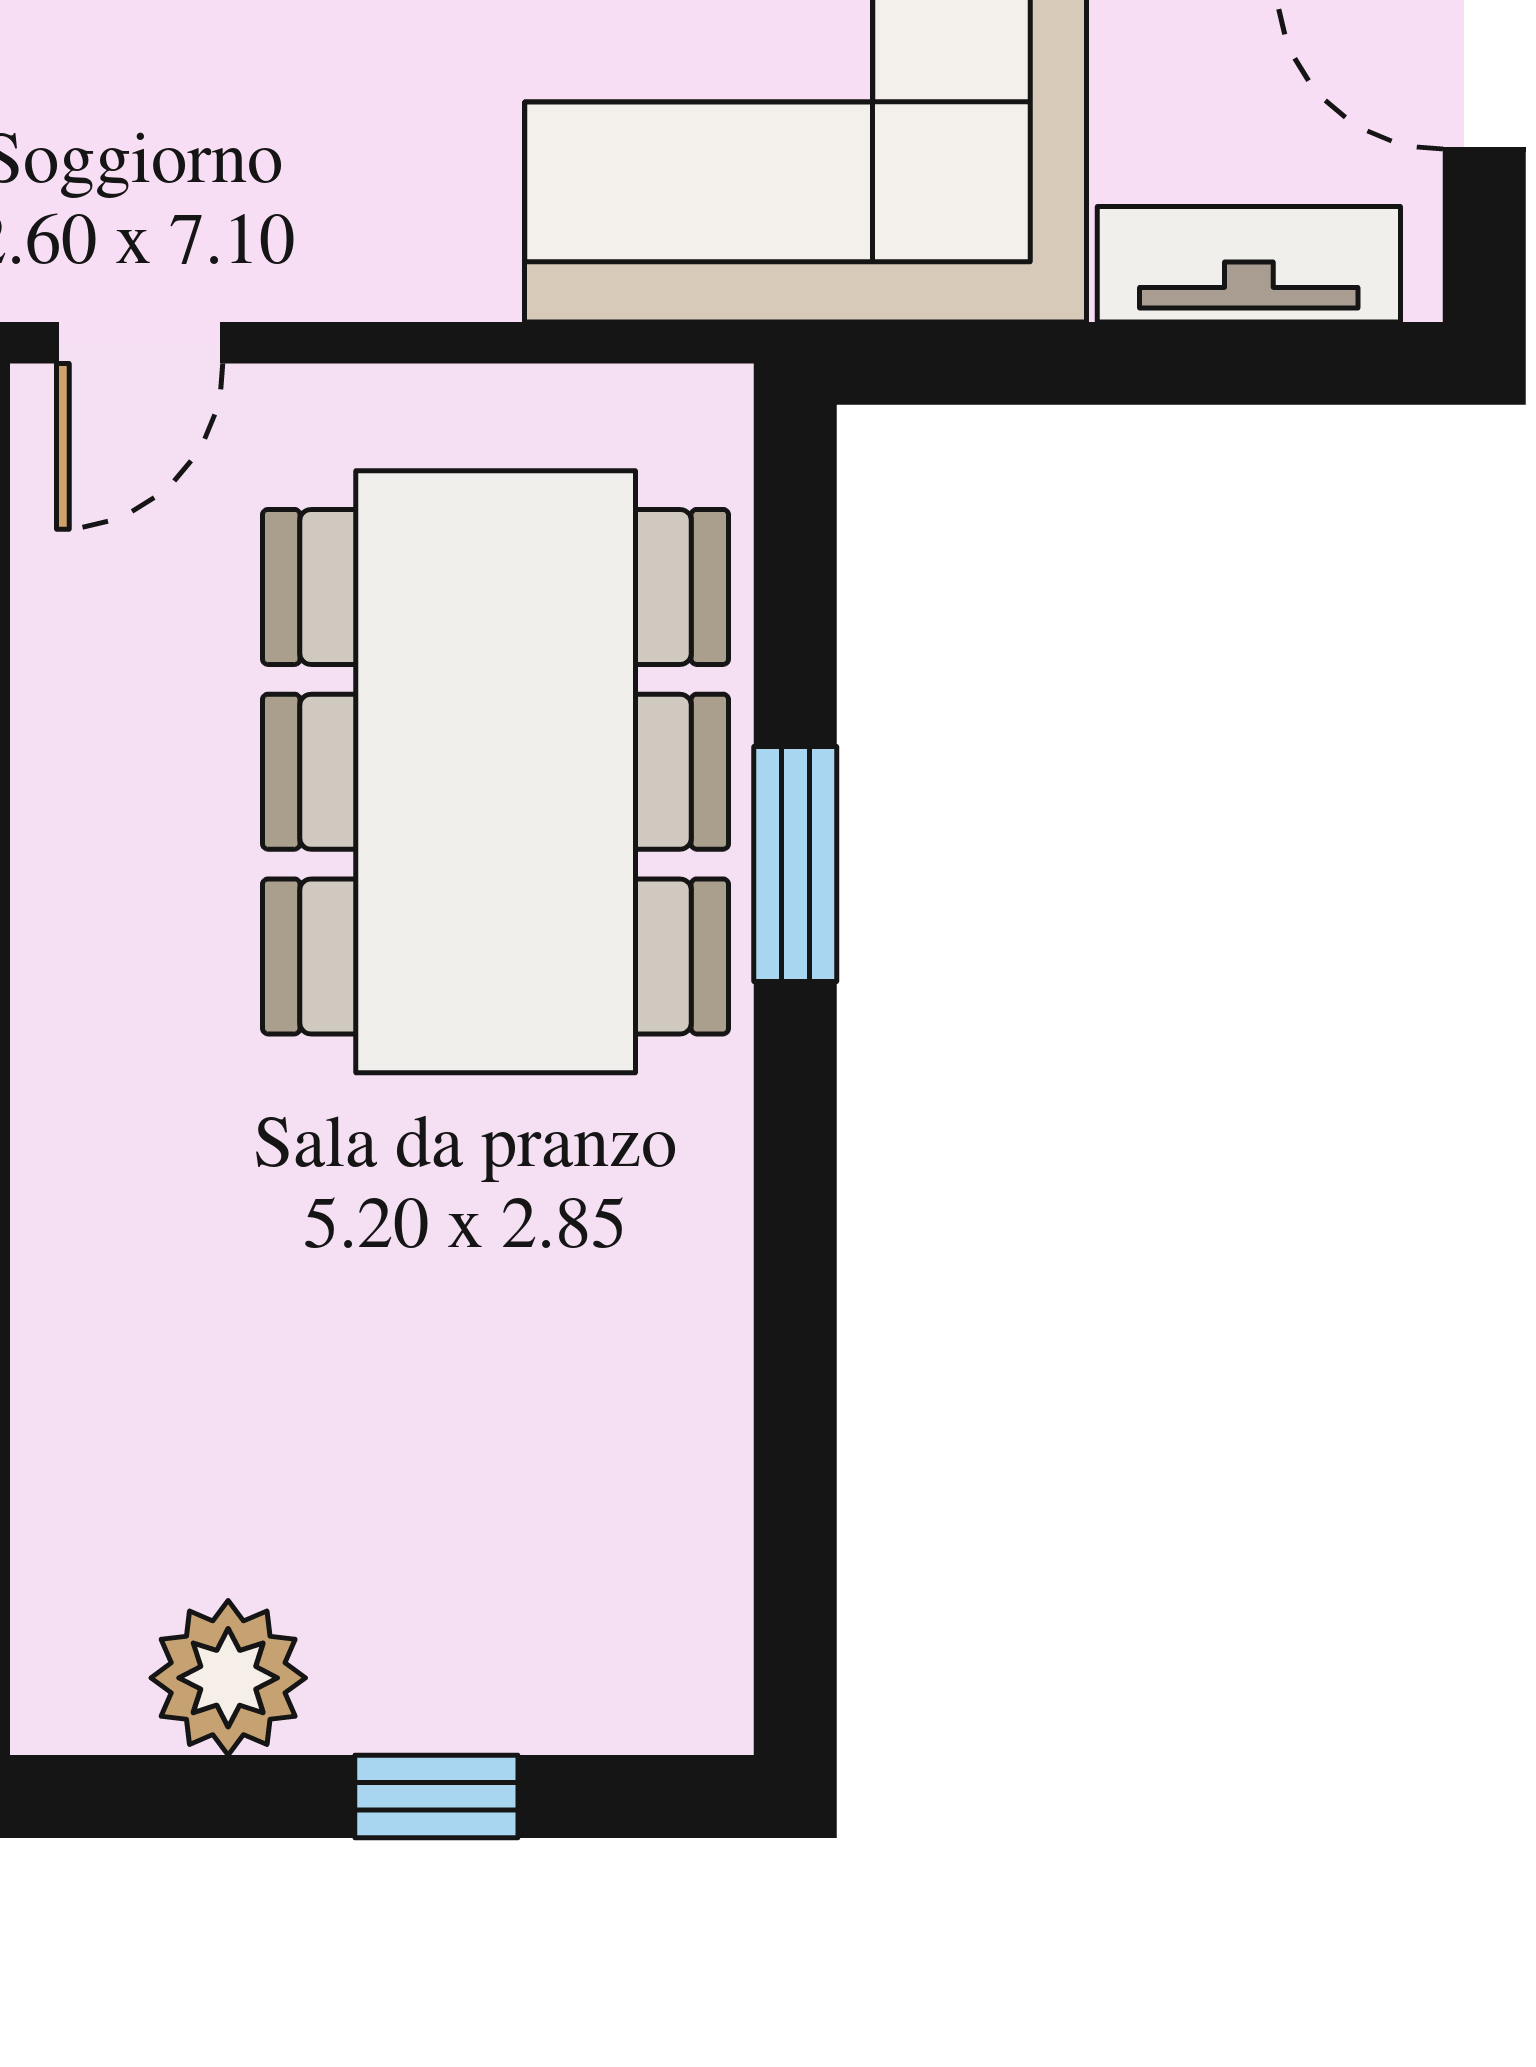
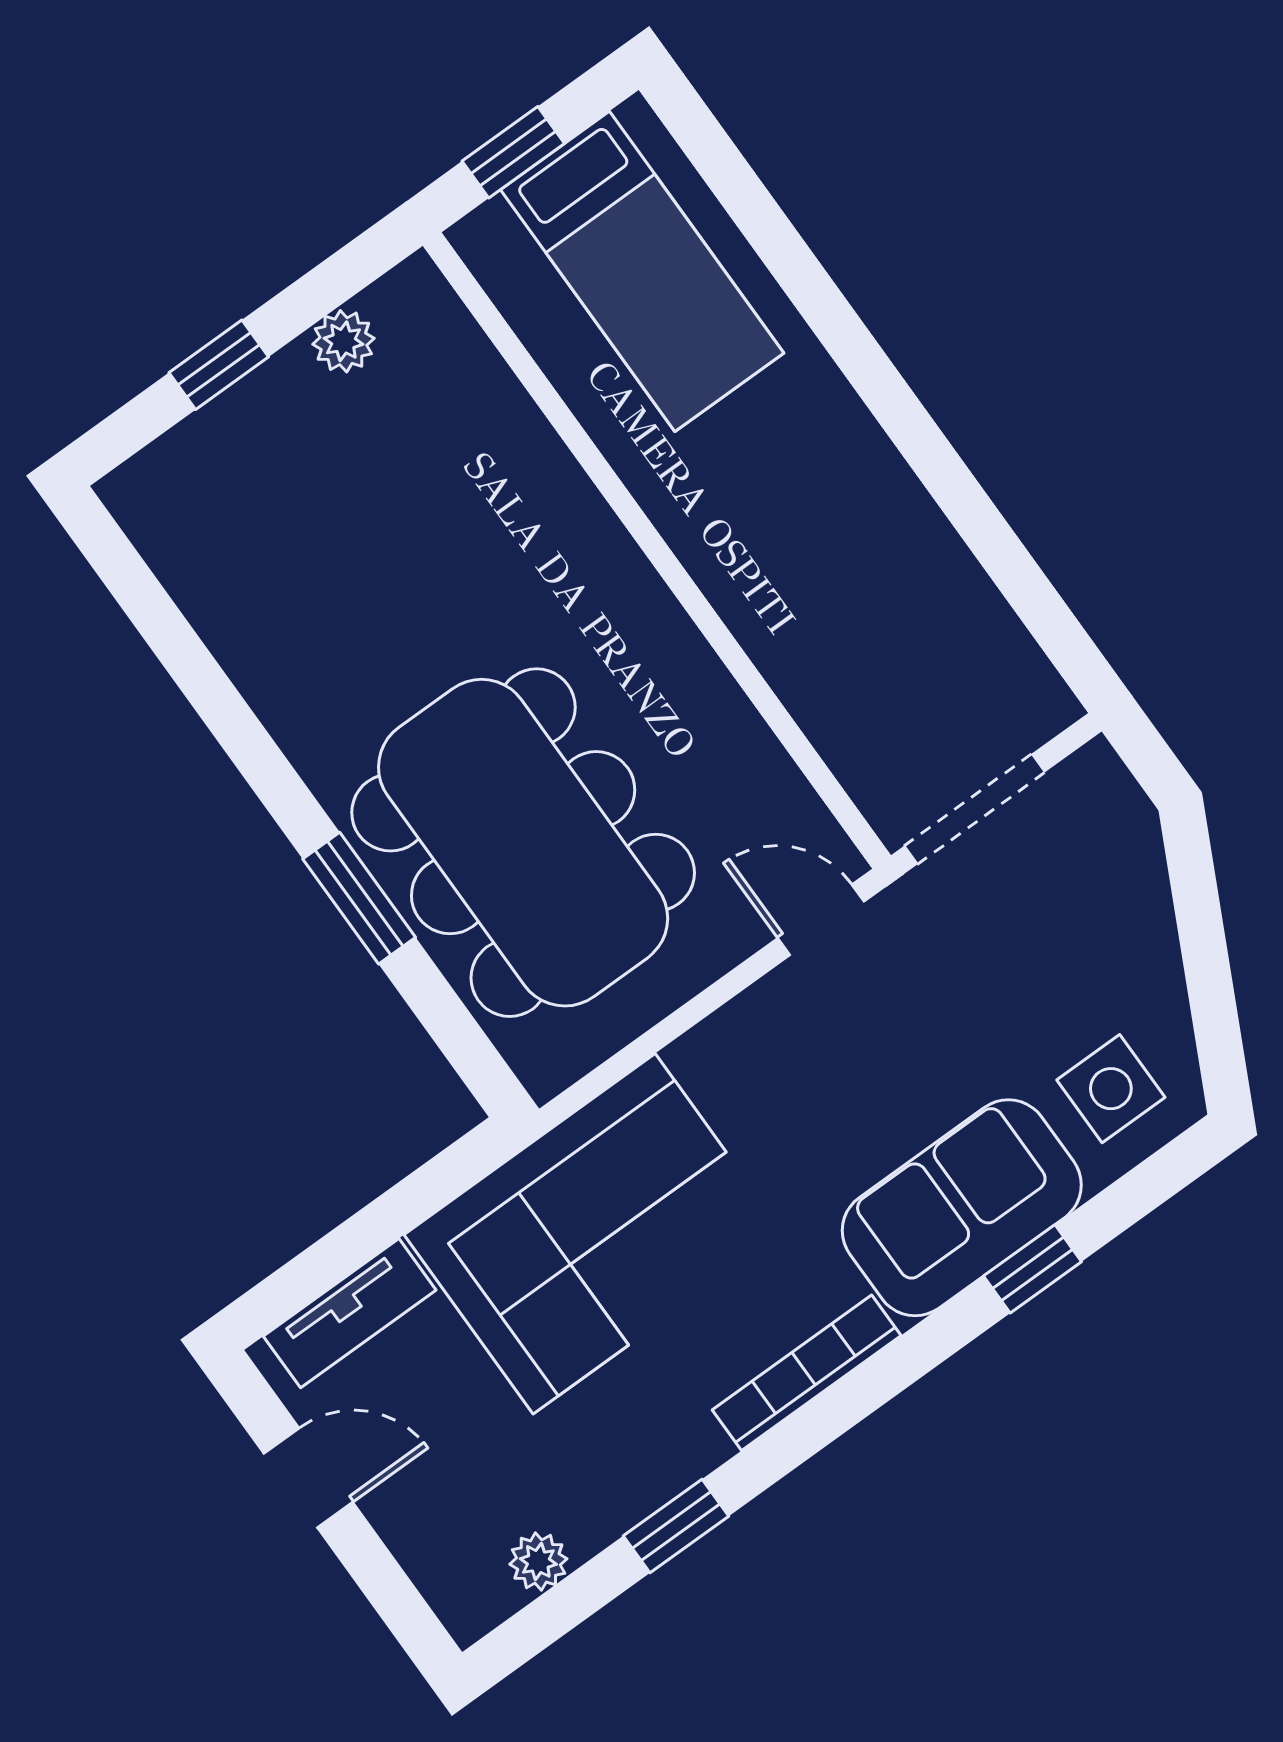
door: (140, 343) -> (821, 920), hinge flipped
plant: (228, 1678) -> (343, 341), width x0.73, depth x0.73

